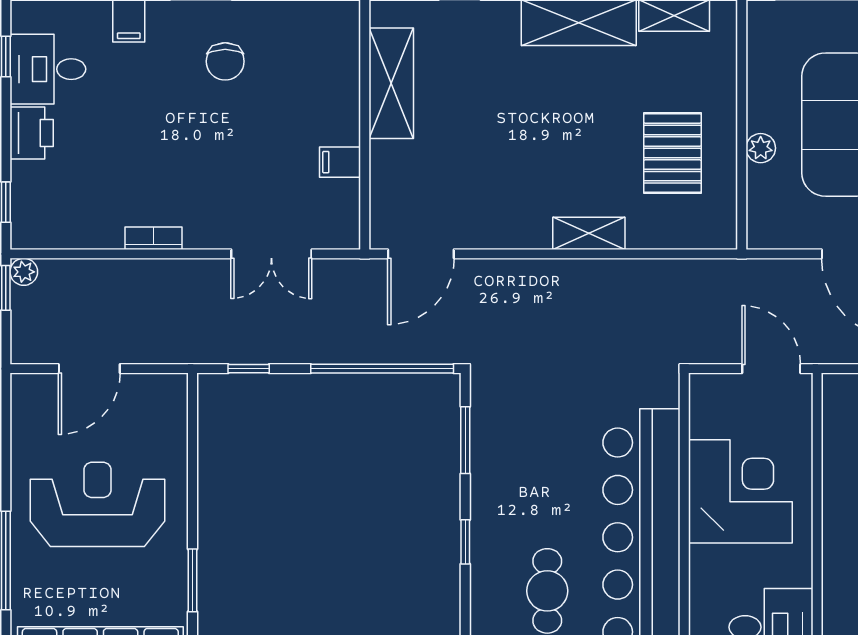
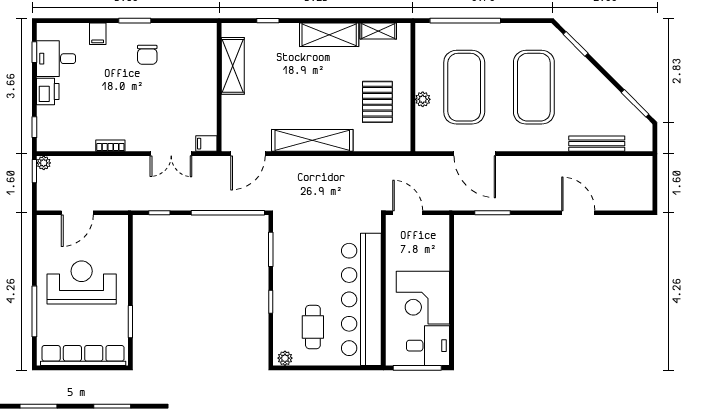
filing cabinet: (340, 162) -> (206, 144), moved
shelving: (589, 233) -> (312, 140), width x2.20, depth x1.33
door: (771, 369) -> (408, 213), moved
corner desk: (740, 491) -> (423, 298), moved, turned 180

